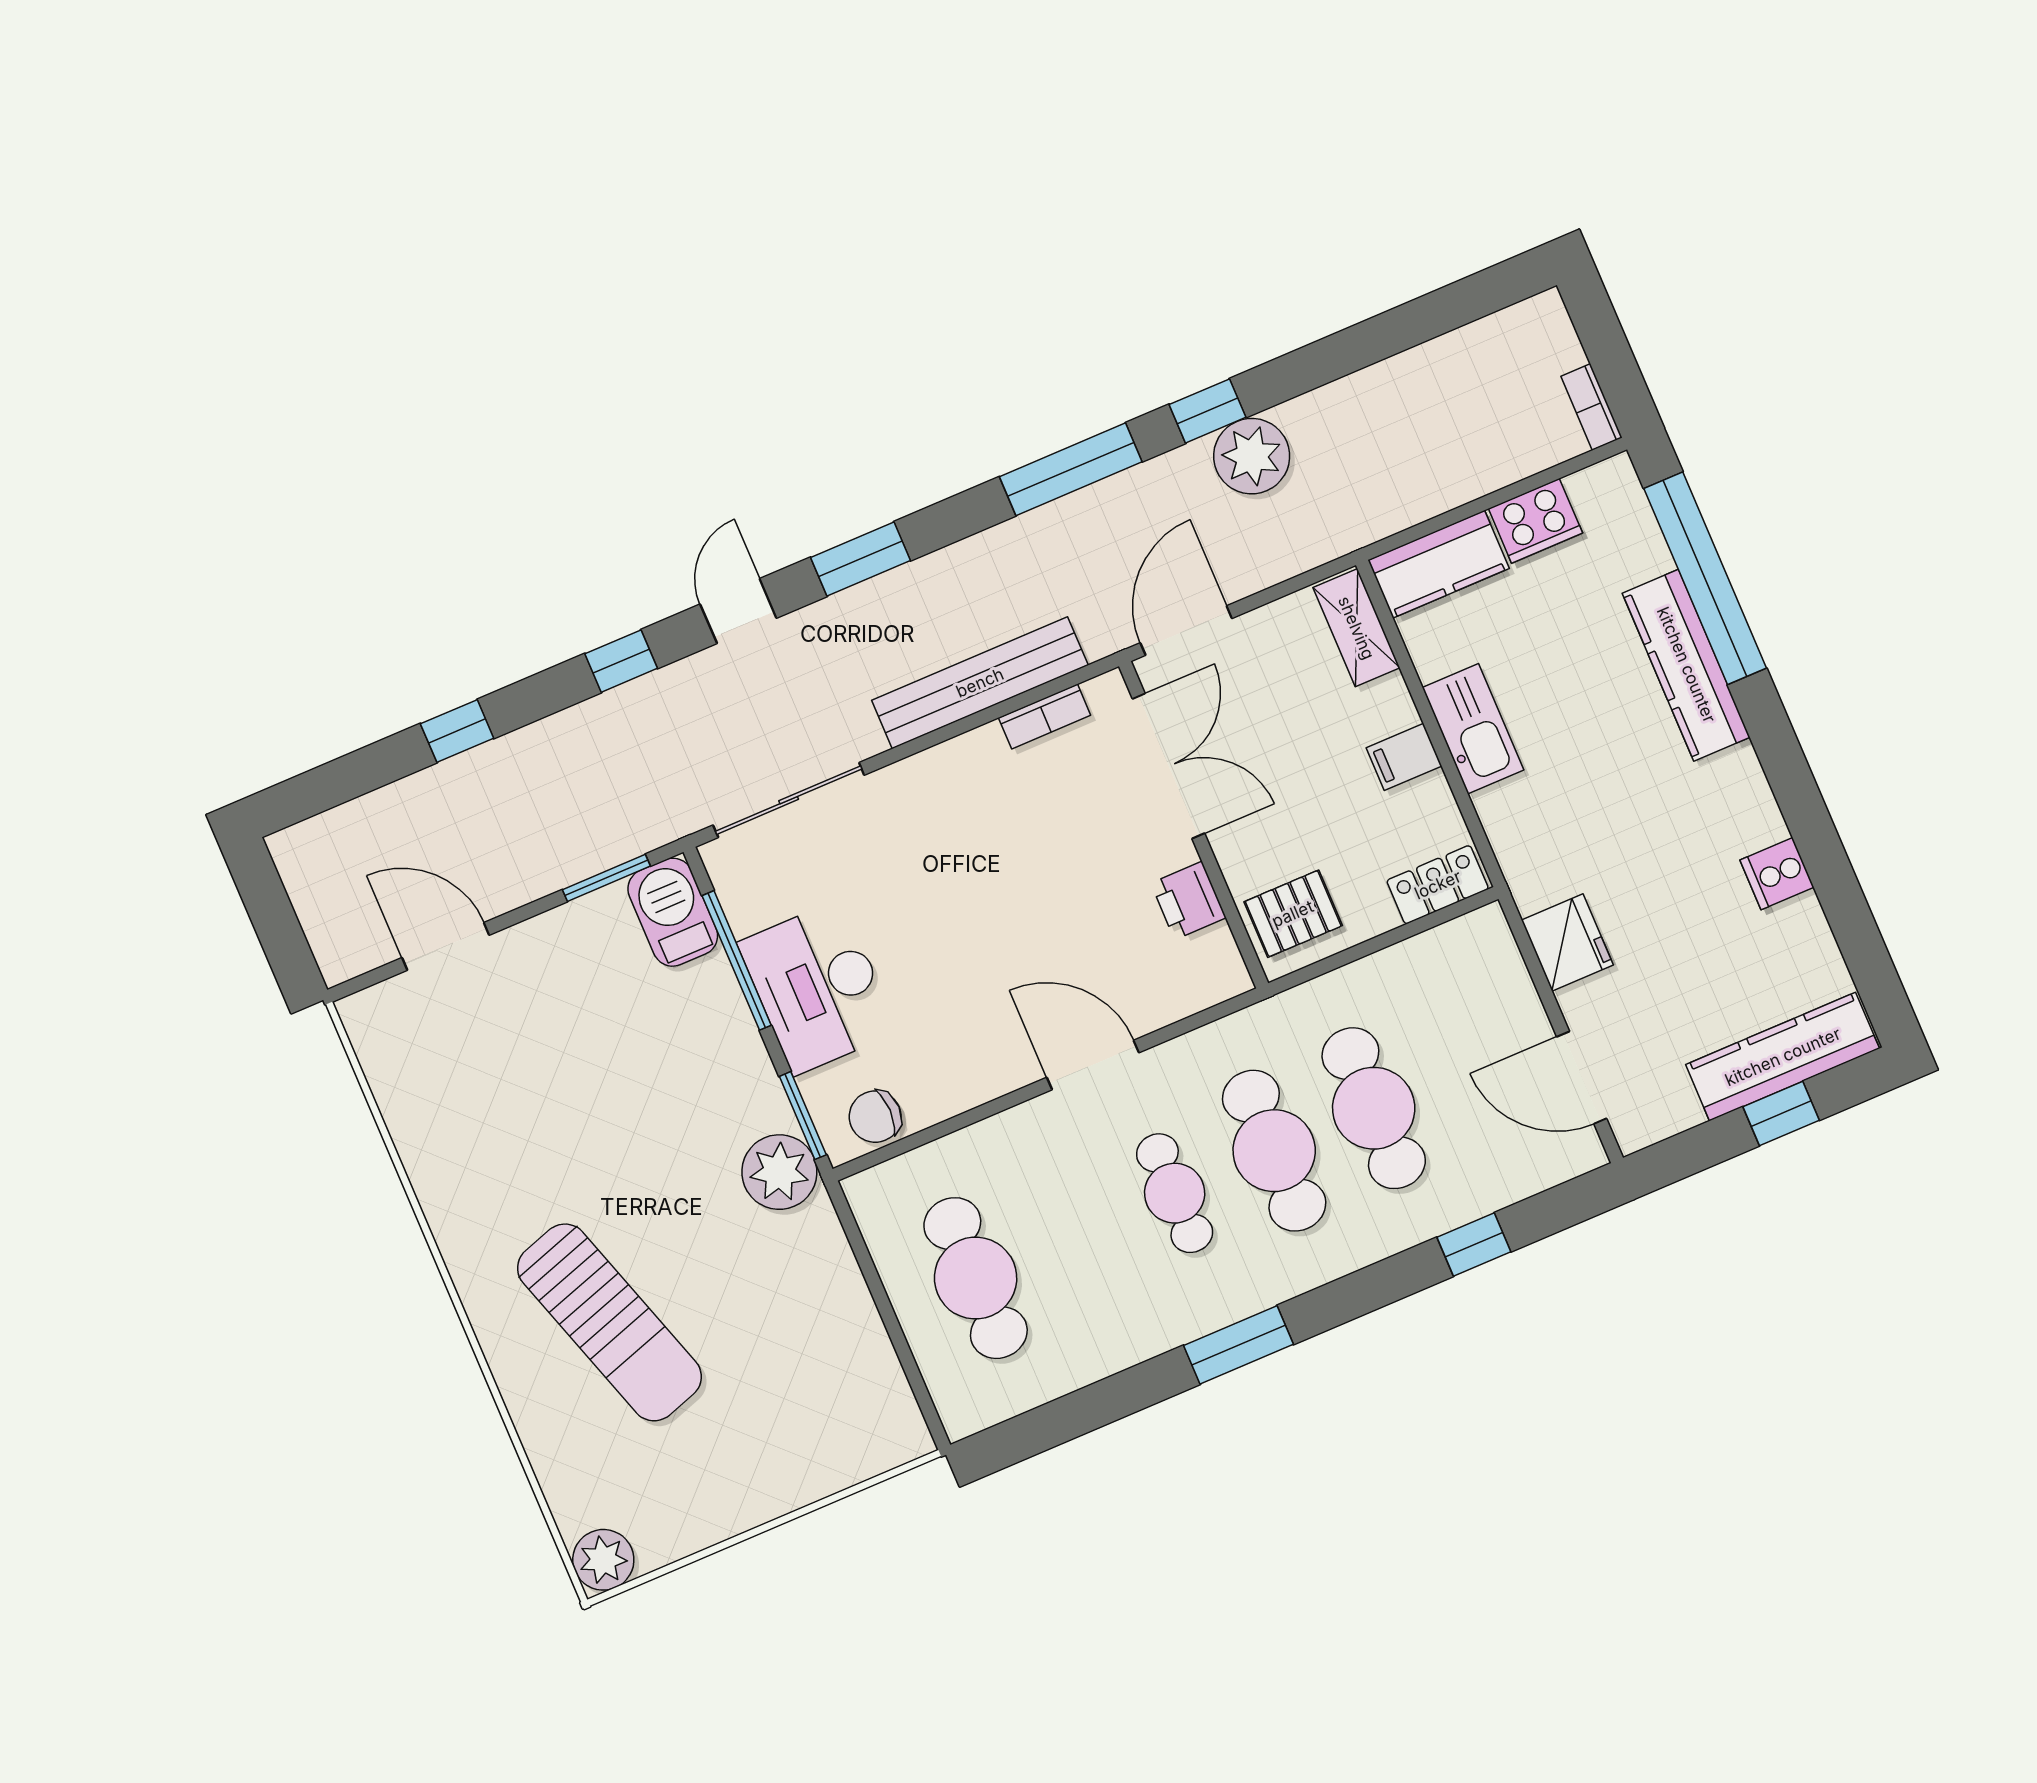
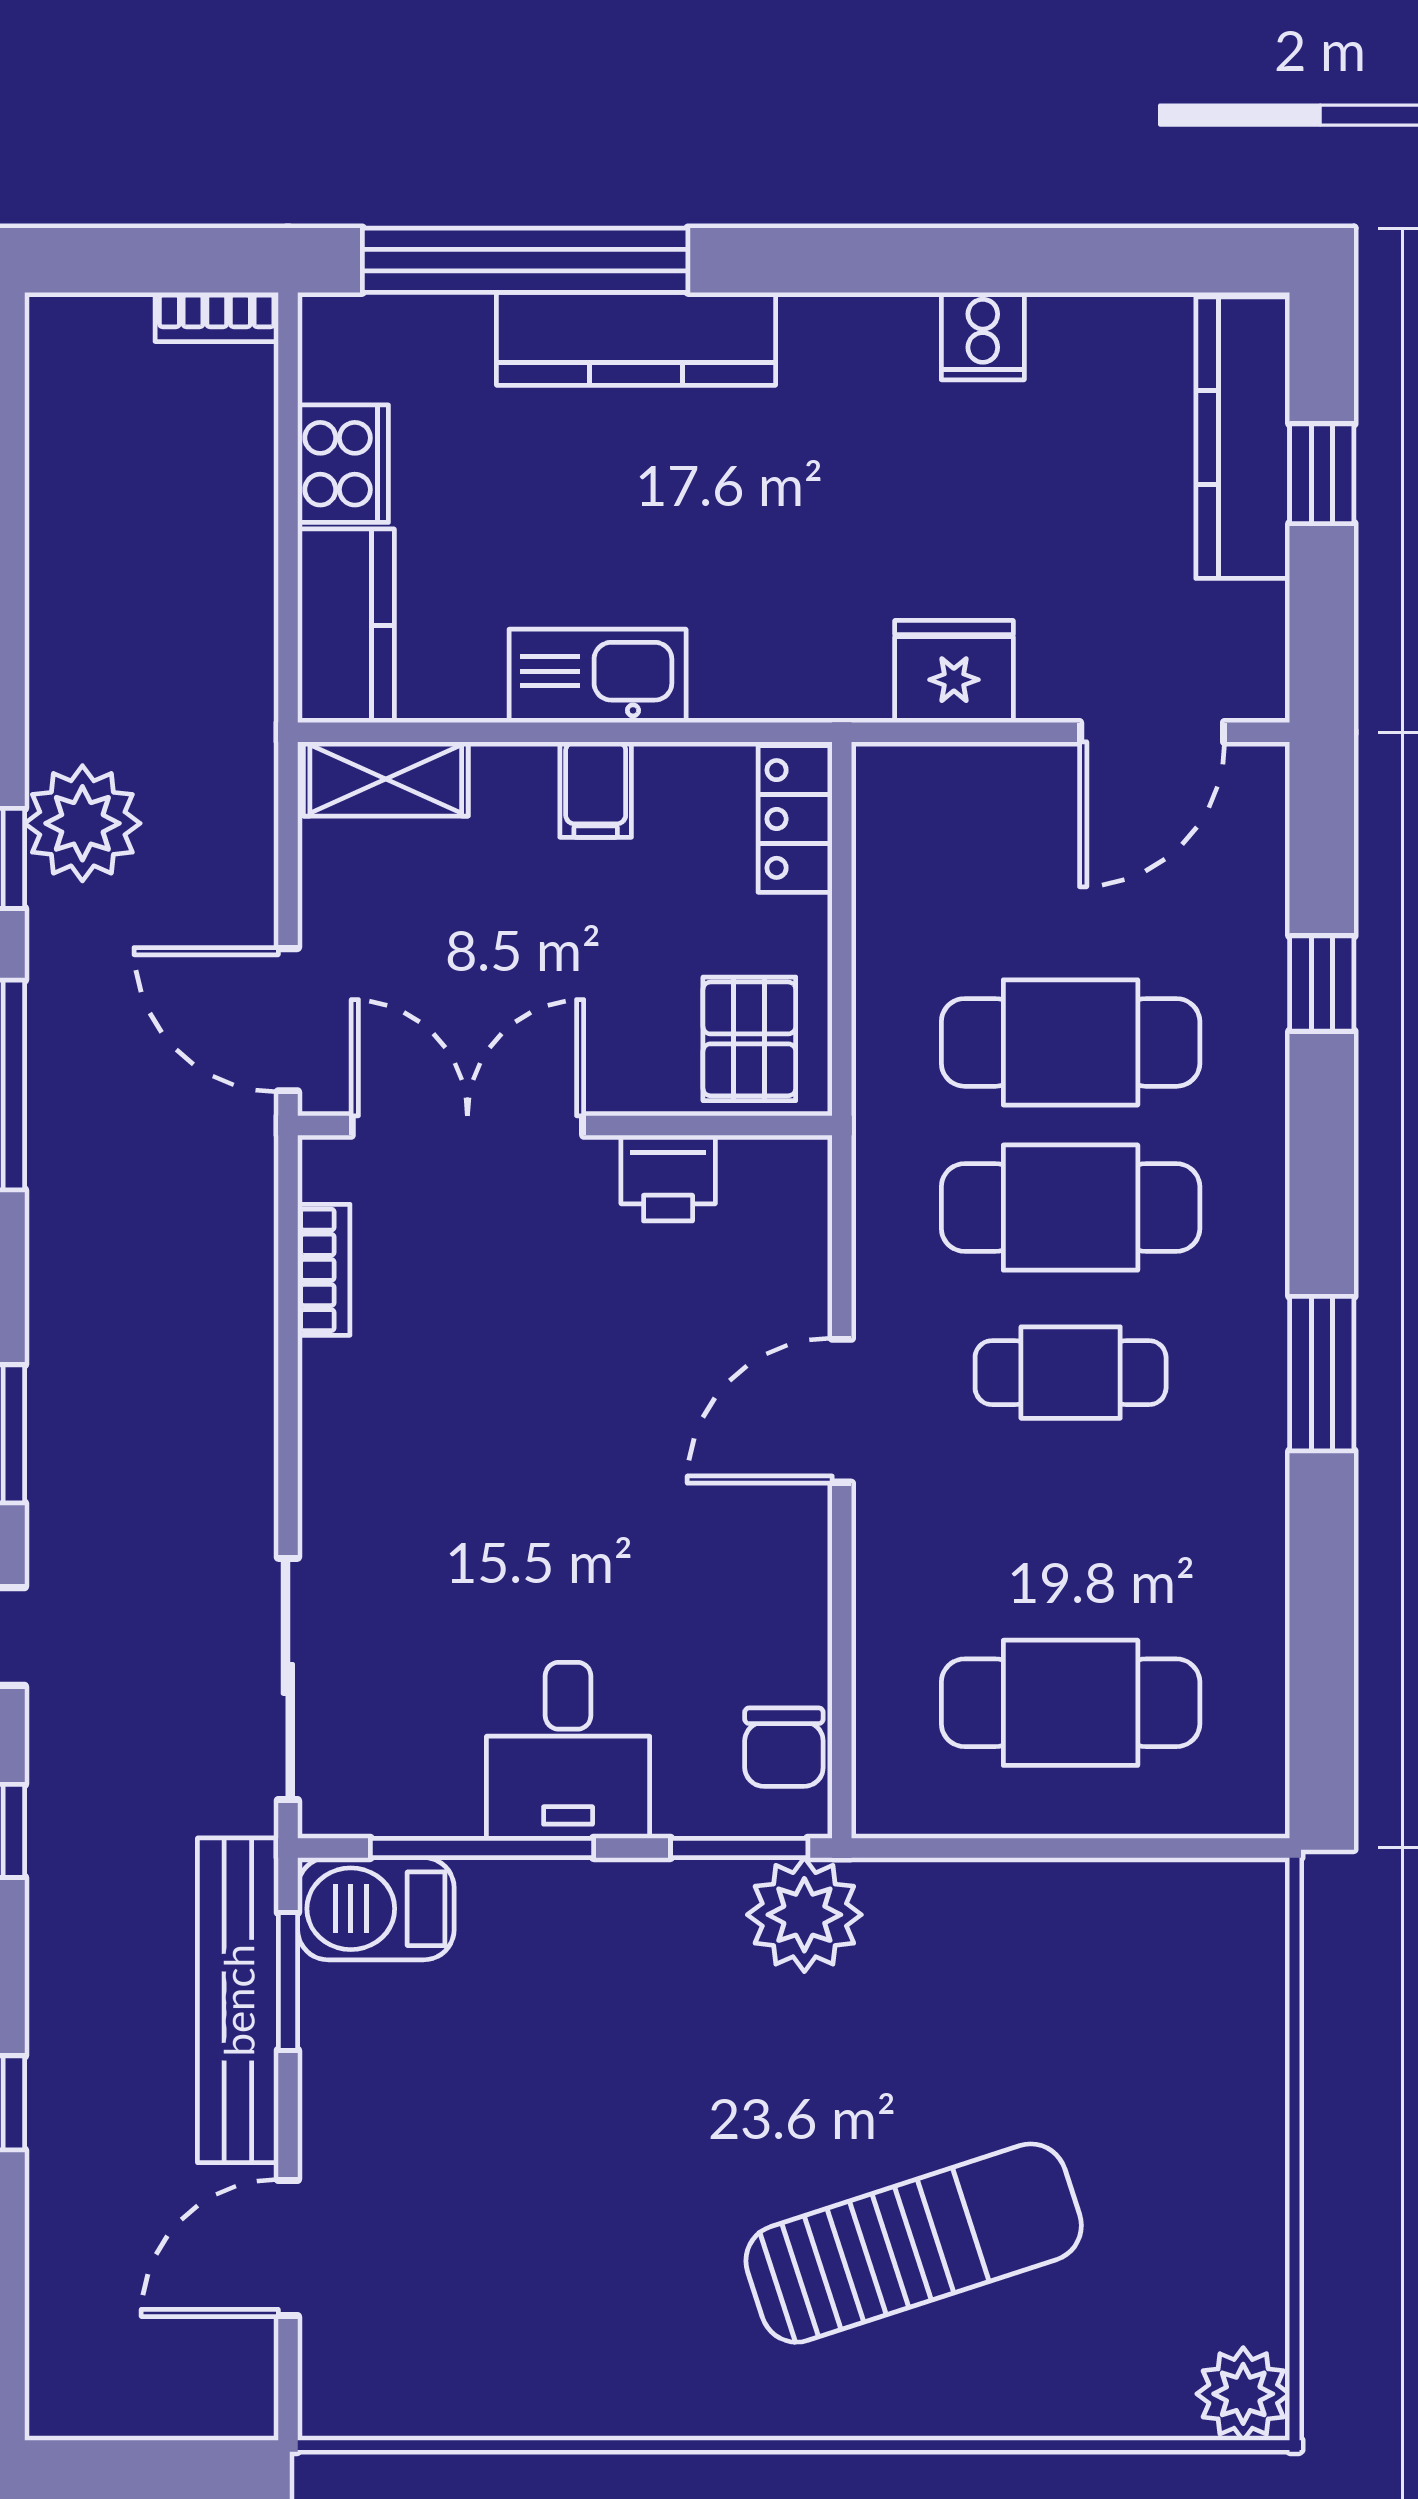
bench: (980, 683) -> (238, 2000), moved
desk: (818, 987) -> (568, 1750), width x0.73

